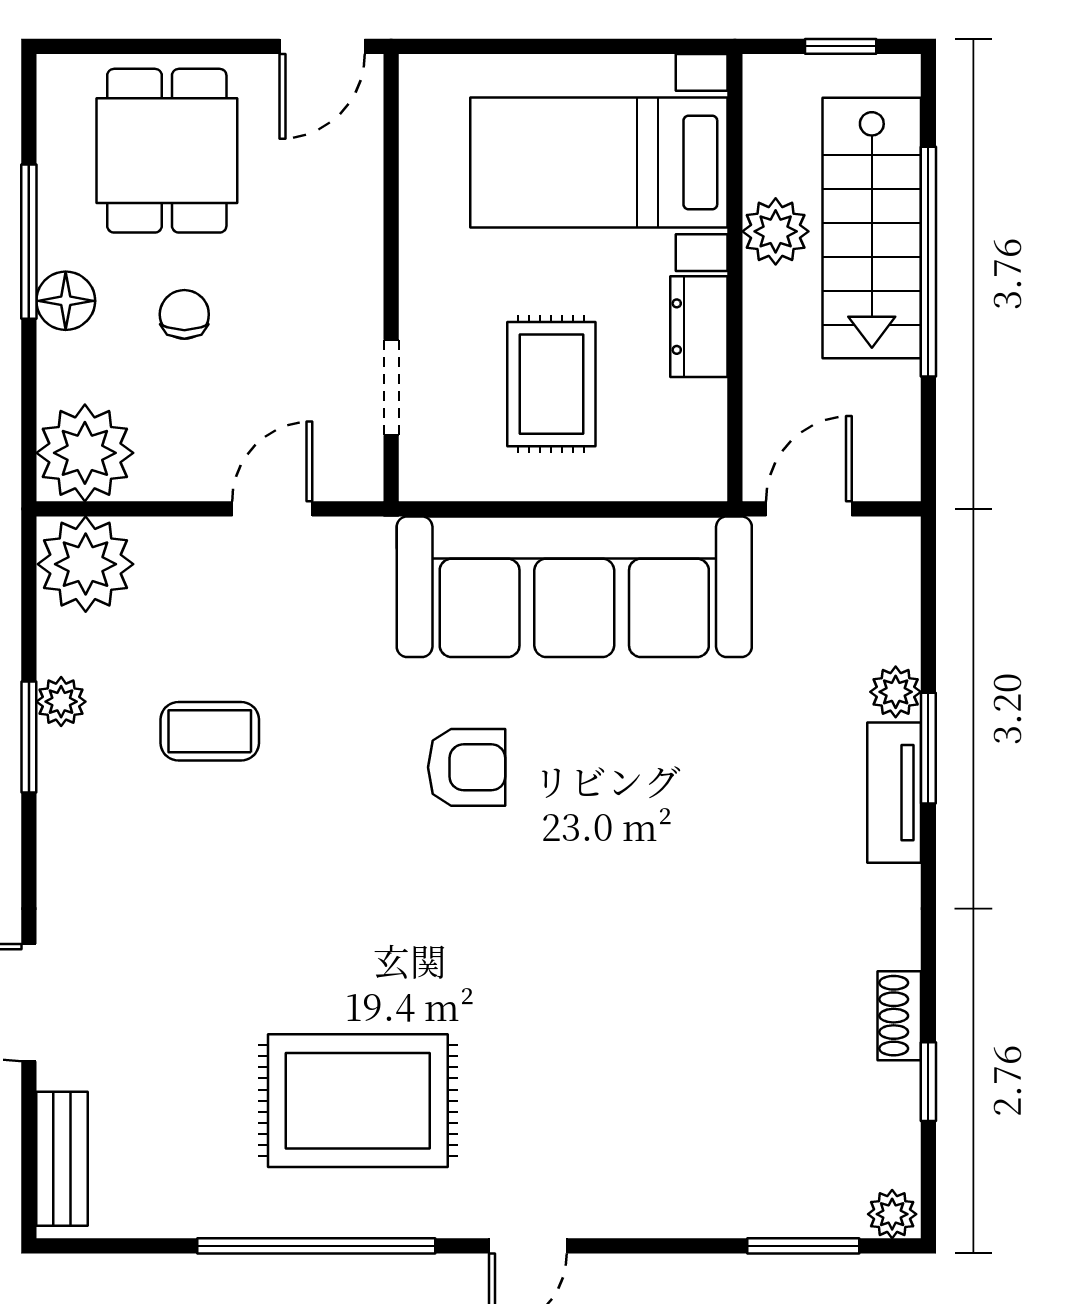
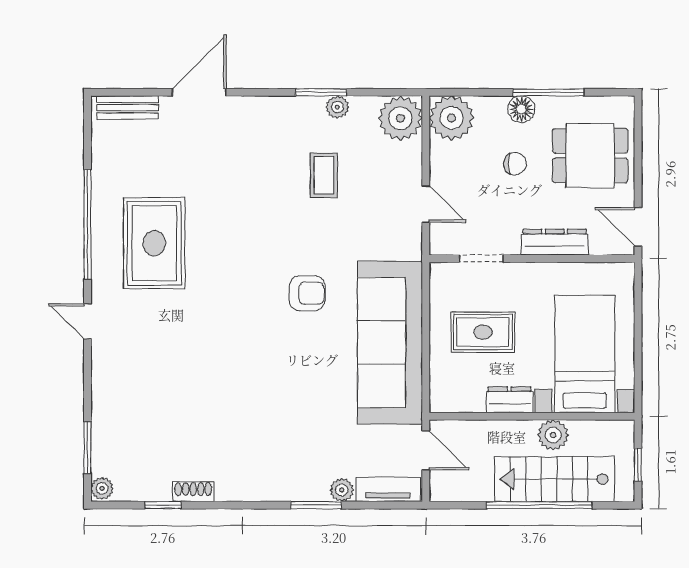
dresser: (355, 228) -> (555, 242), added
armchair: (467, 767) -> (307, 293), turned -90
tv unit: (894, 793) -> (388, 489), moved

